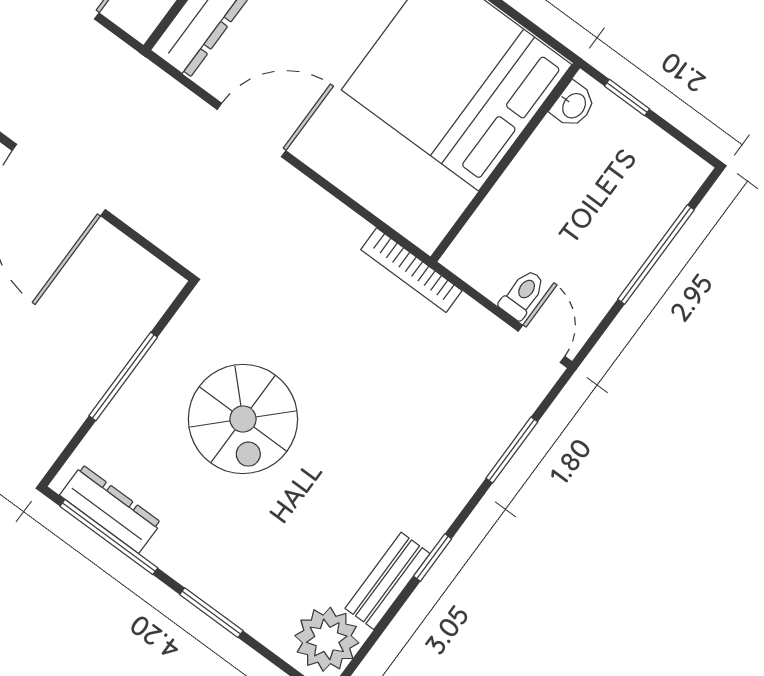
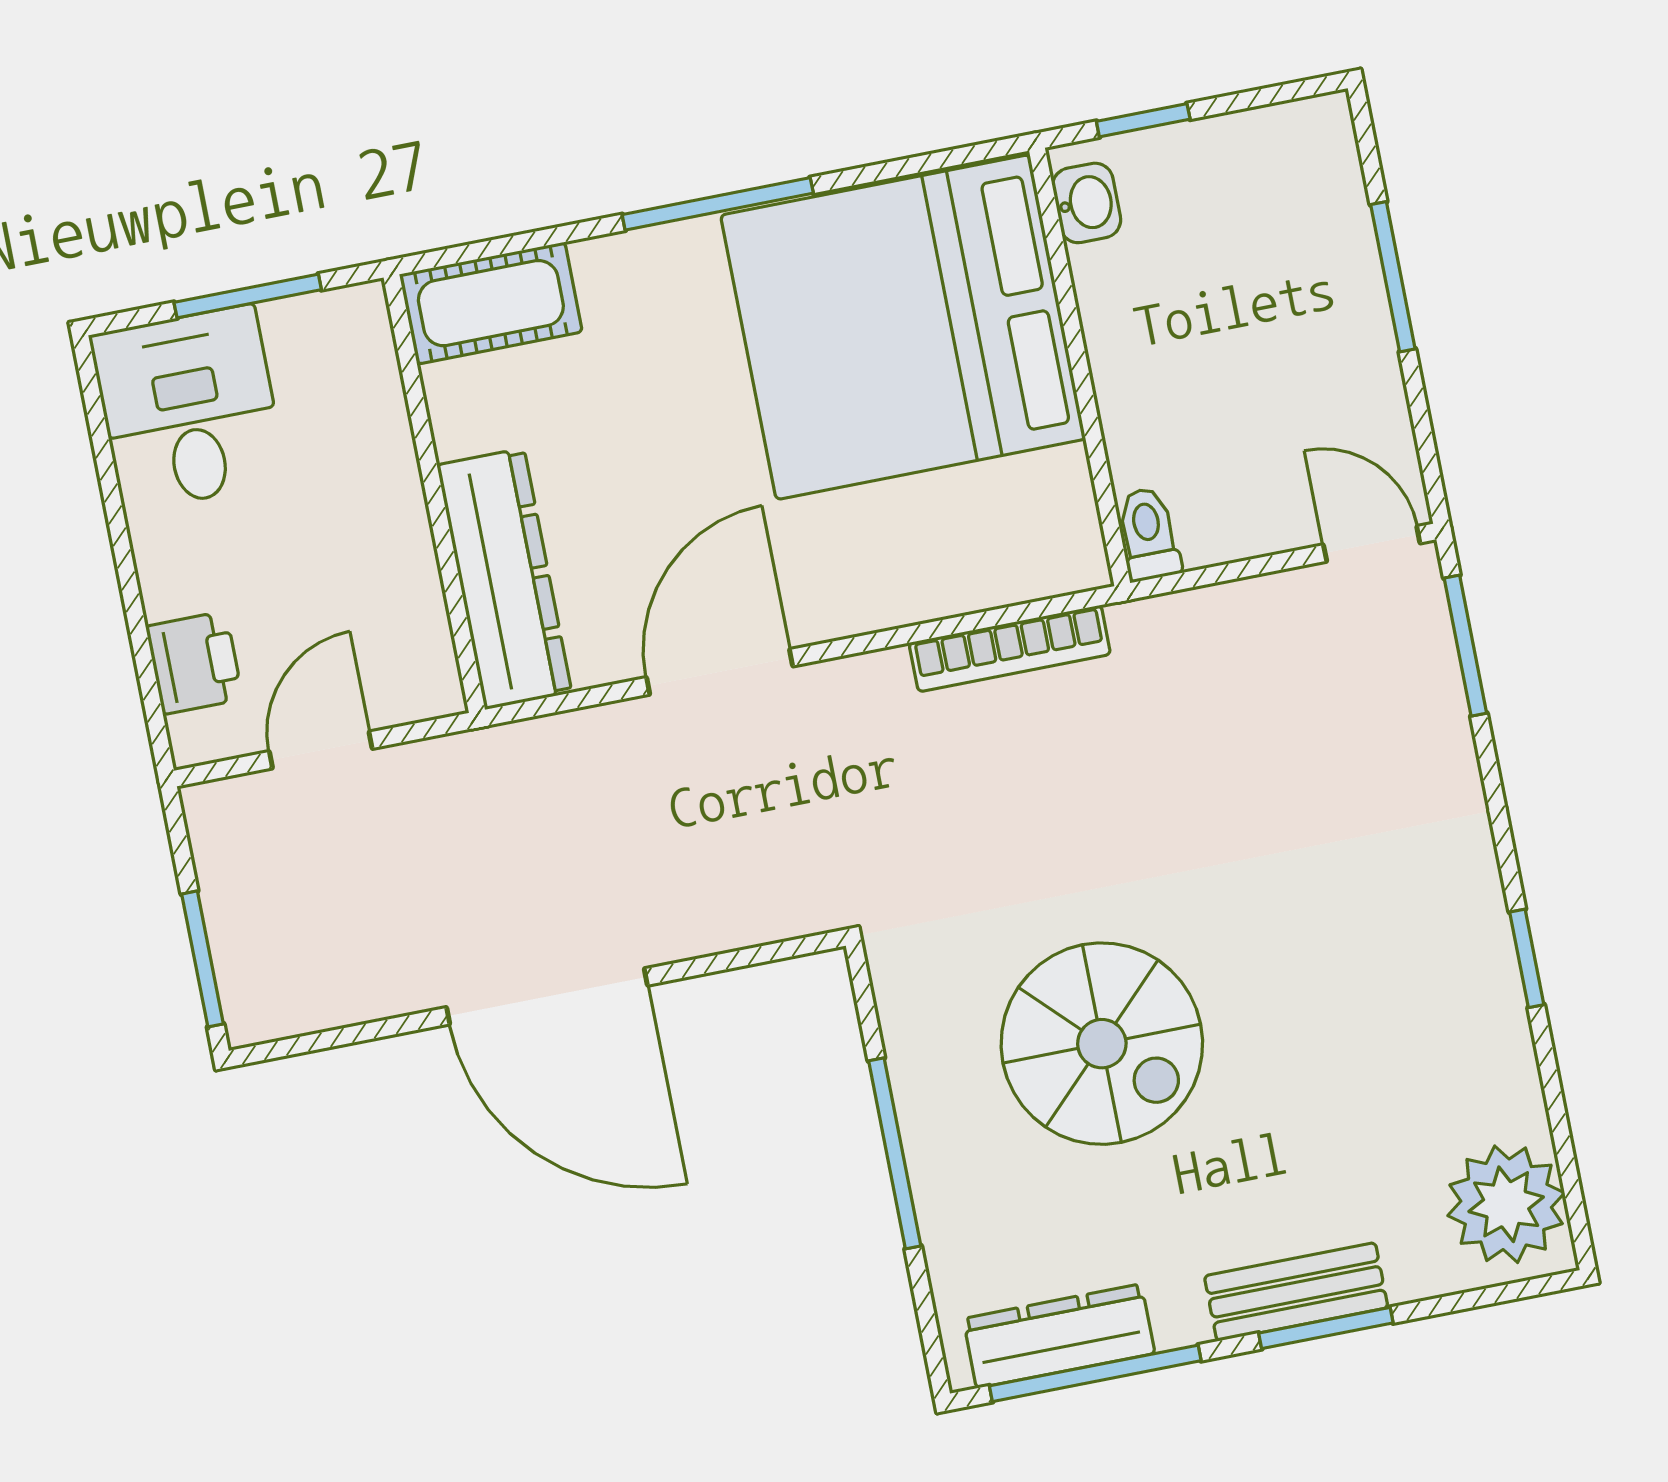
window: (656, 255) -> (1393, 277), width x0.69
bookcase: (411, 270) -> (1010, 649), moved
toilet: (523, 294) -> (1148, 534), moved
window: (512, 450) -> (1465, 646), moved
bench: (388, 581) -> (1296, 1292), moved, turned 90

